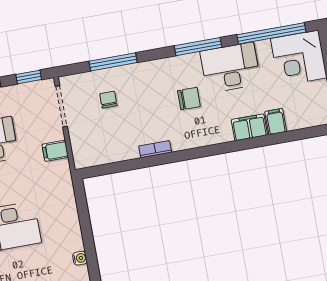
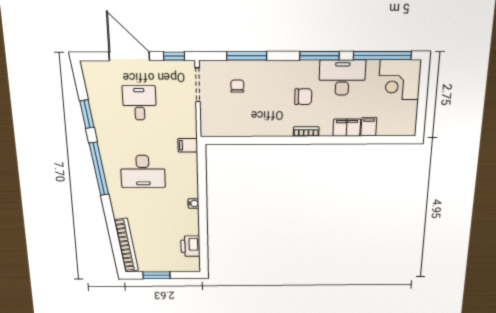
bookcase: (155, 149) -> (306, 132), moved
filing cabinet: (55, 151) -> (188, 145), moved

